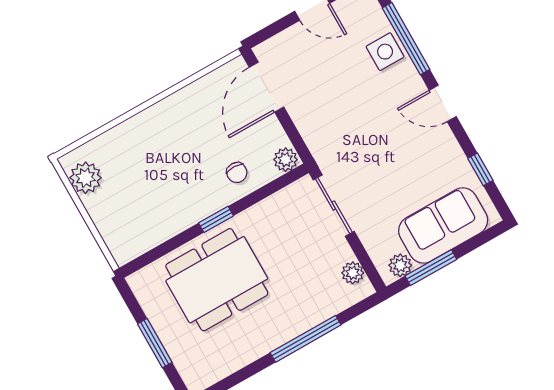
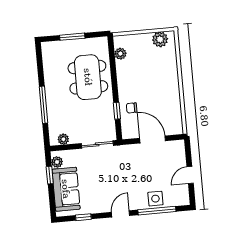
door: (266, 87) -> (153, 139), moved
plant: (286, 160) -> (120, 54), moved
window: (216, 219) -> (117, 111), moved
window: (431, 268) -> (50, 175), width x0.67

